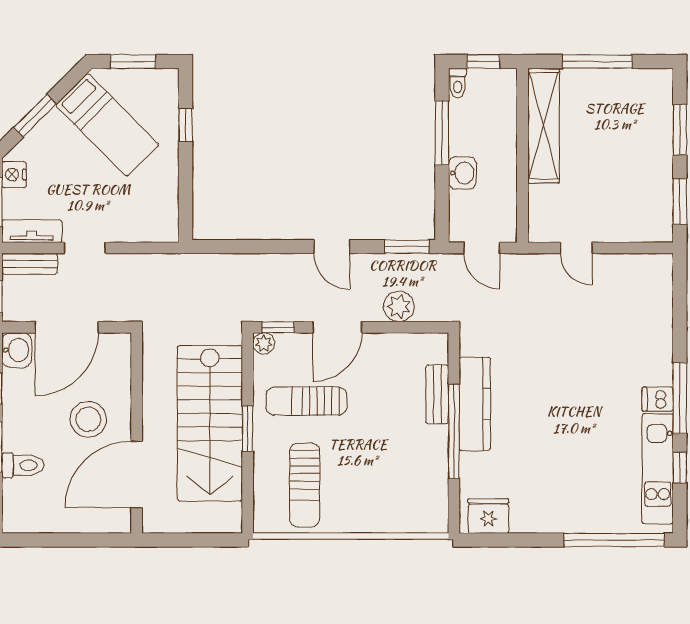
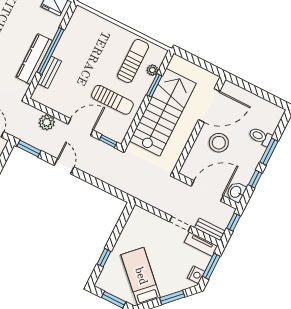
plant: (264, 343) -> (152, 70), moved
window: (248, 429) -> (154, 85), moved

